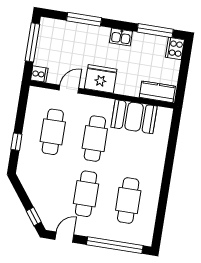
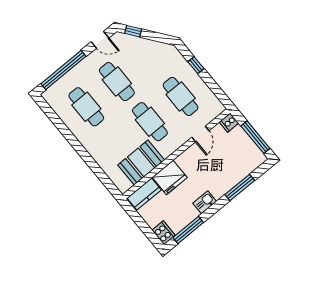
fridge: (101, 79) -> (170, 177), moved
door: (64, 237) -> (100, 40), hinge flipped

